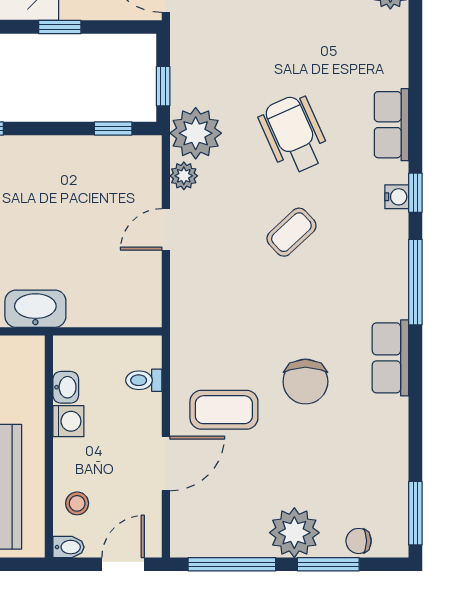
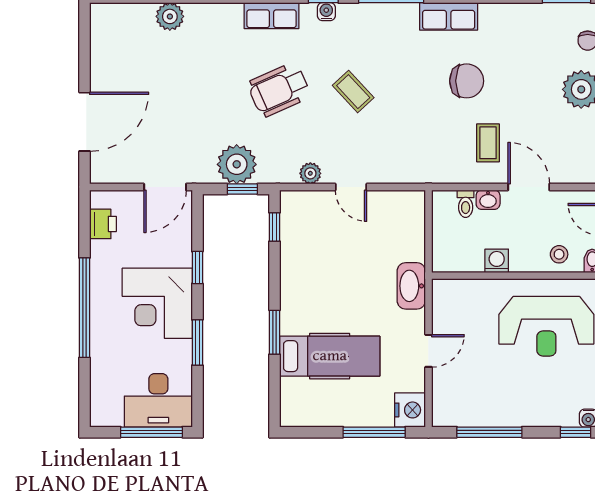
plant: (196, 133) -> (237, 164), moved
washbasin: (66, 387) -> (488, 200), moved, turned 180
coffee table: (224, 410) -> (488, 143), width x0.73, depth x0.77

